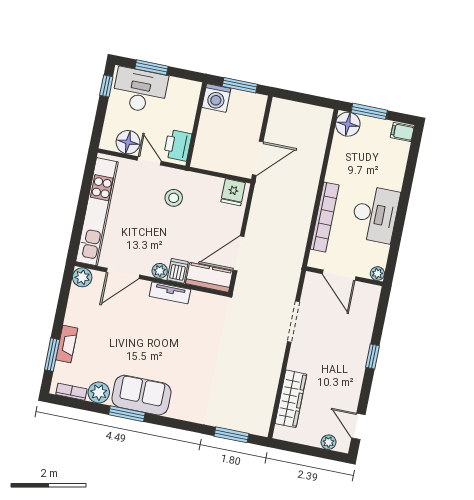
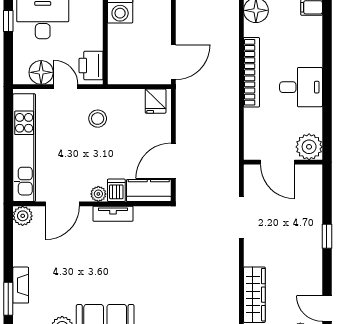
desk: (375, 214) -> (301, 87), width x0.73
bookcase: (325, 217) -> (252, 72), moved
plant: (377, 274) -> (309, 147), width x1.88, depth x1.88

